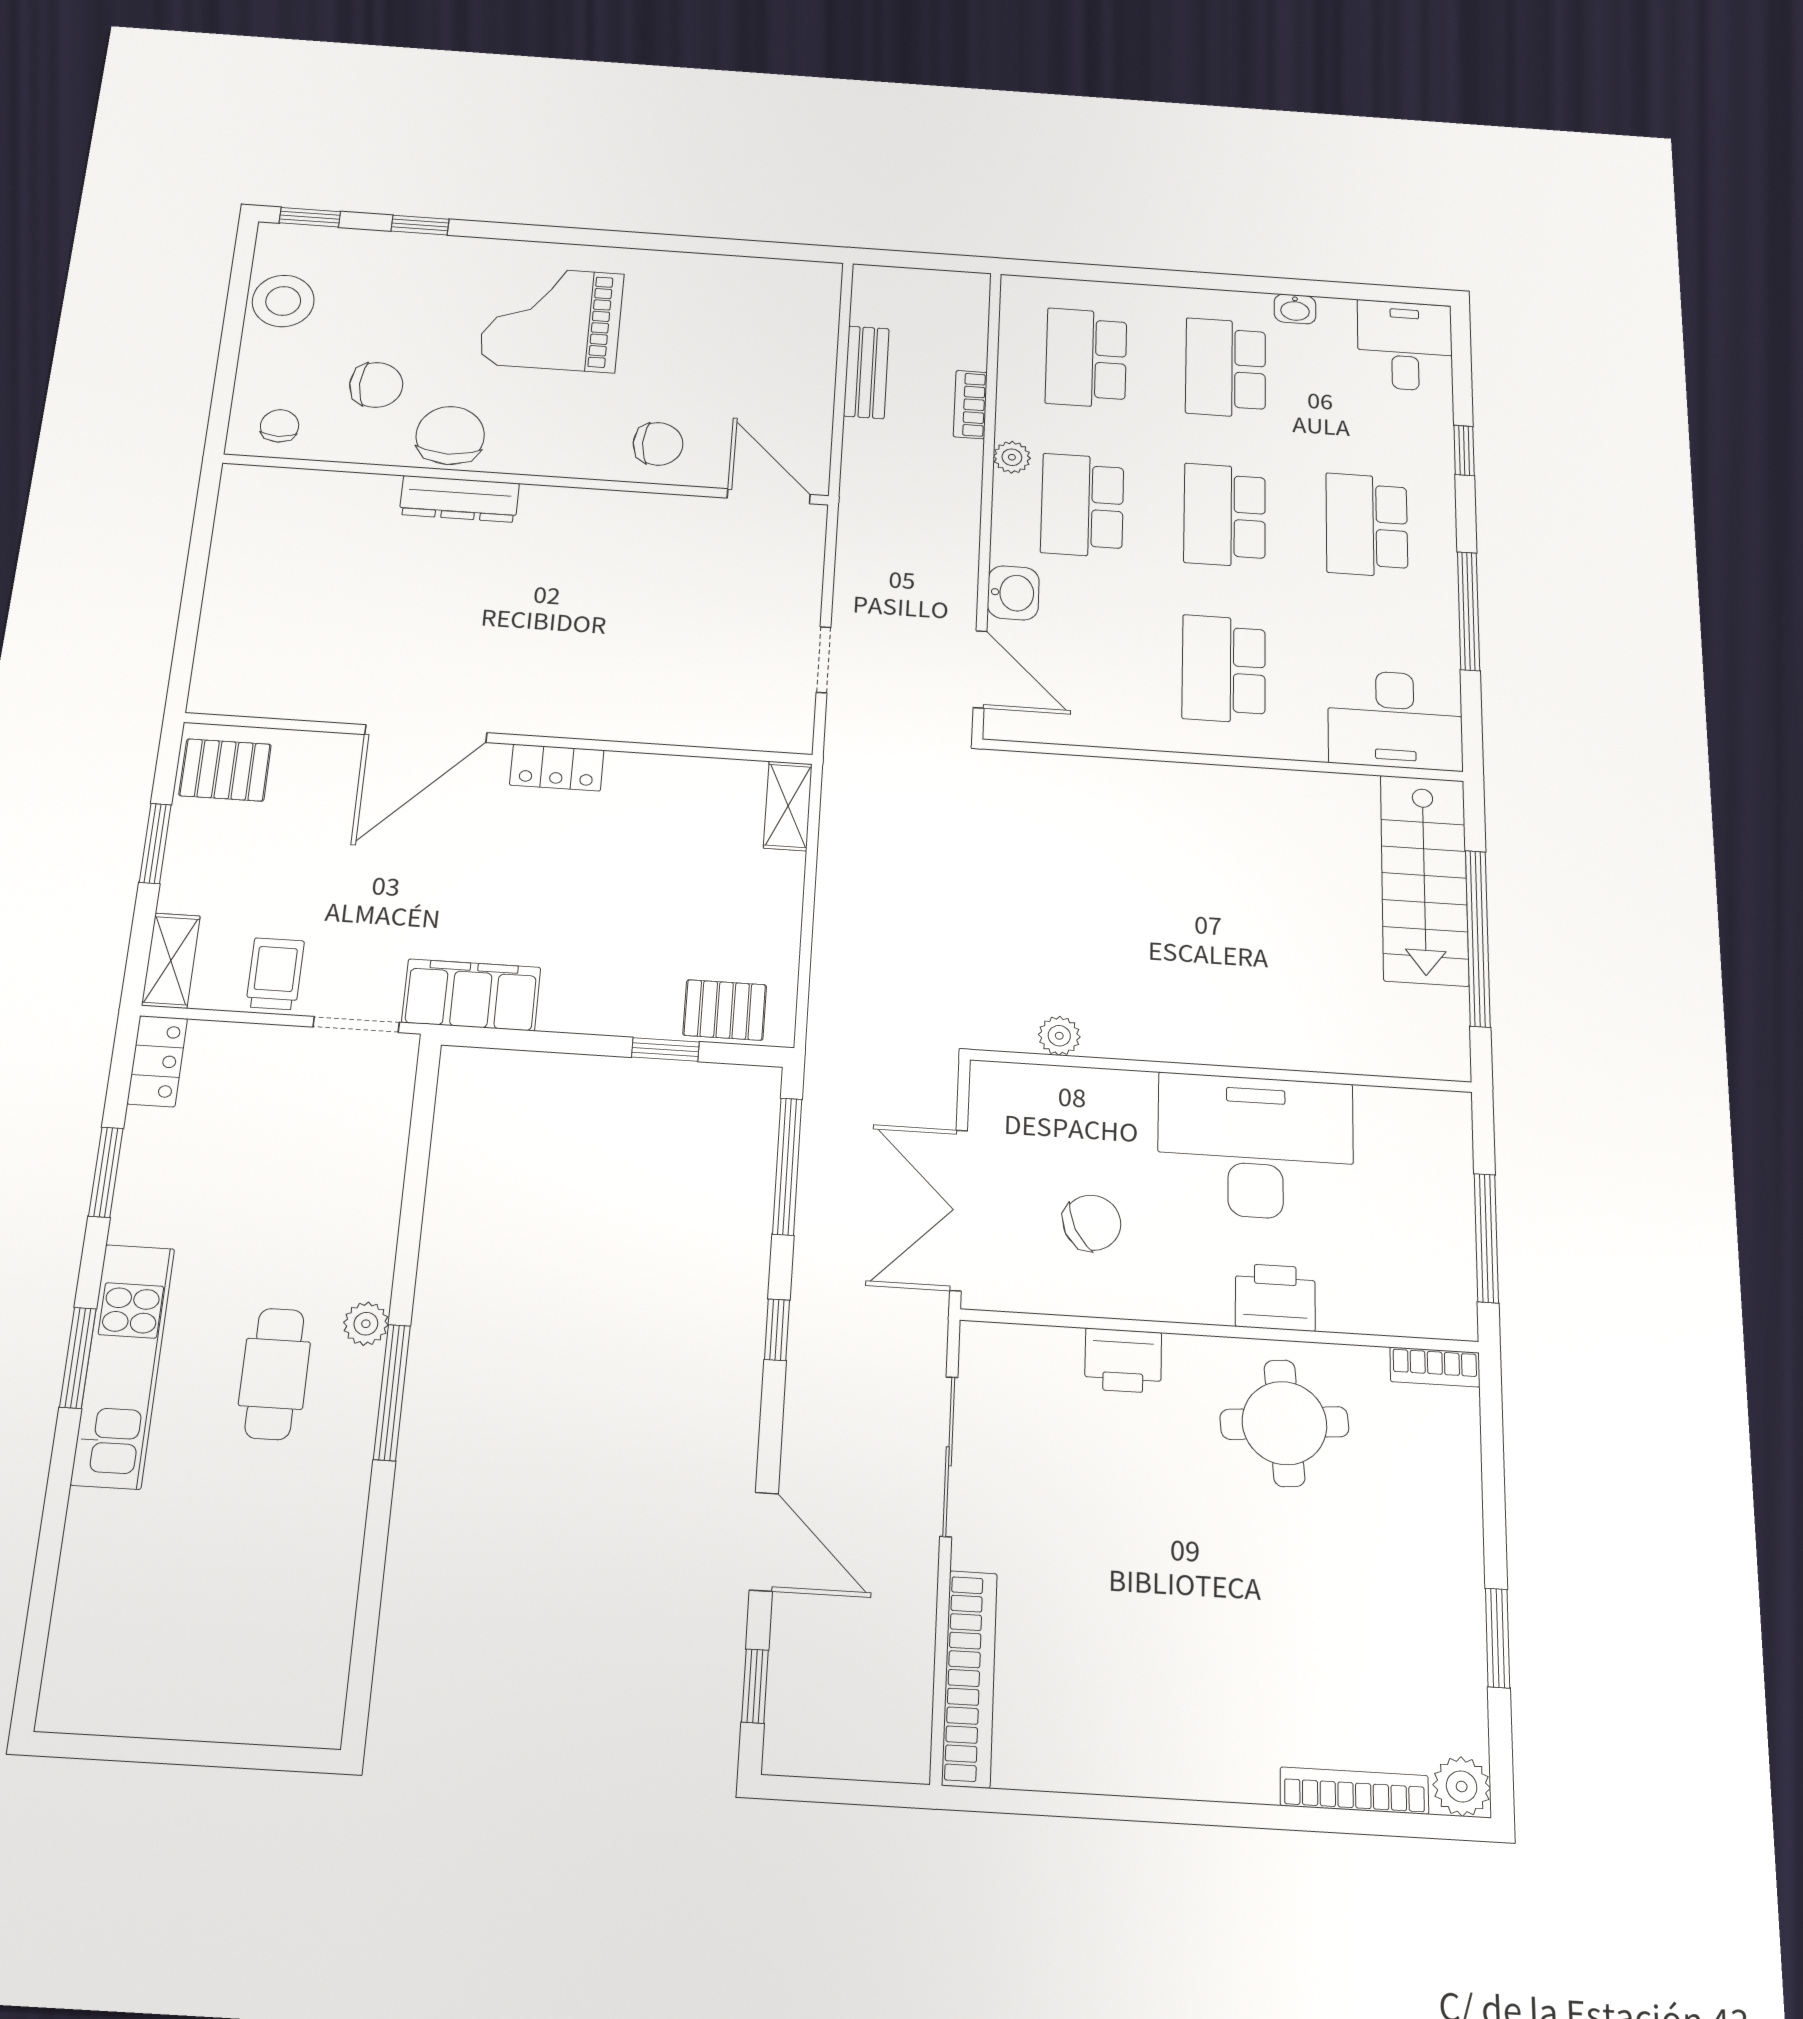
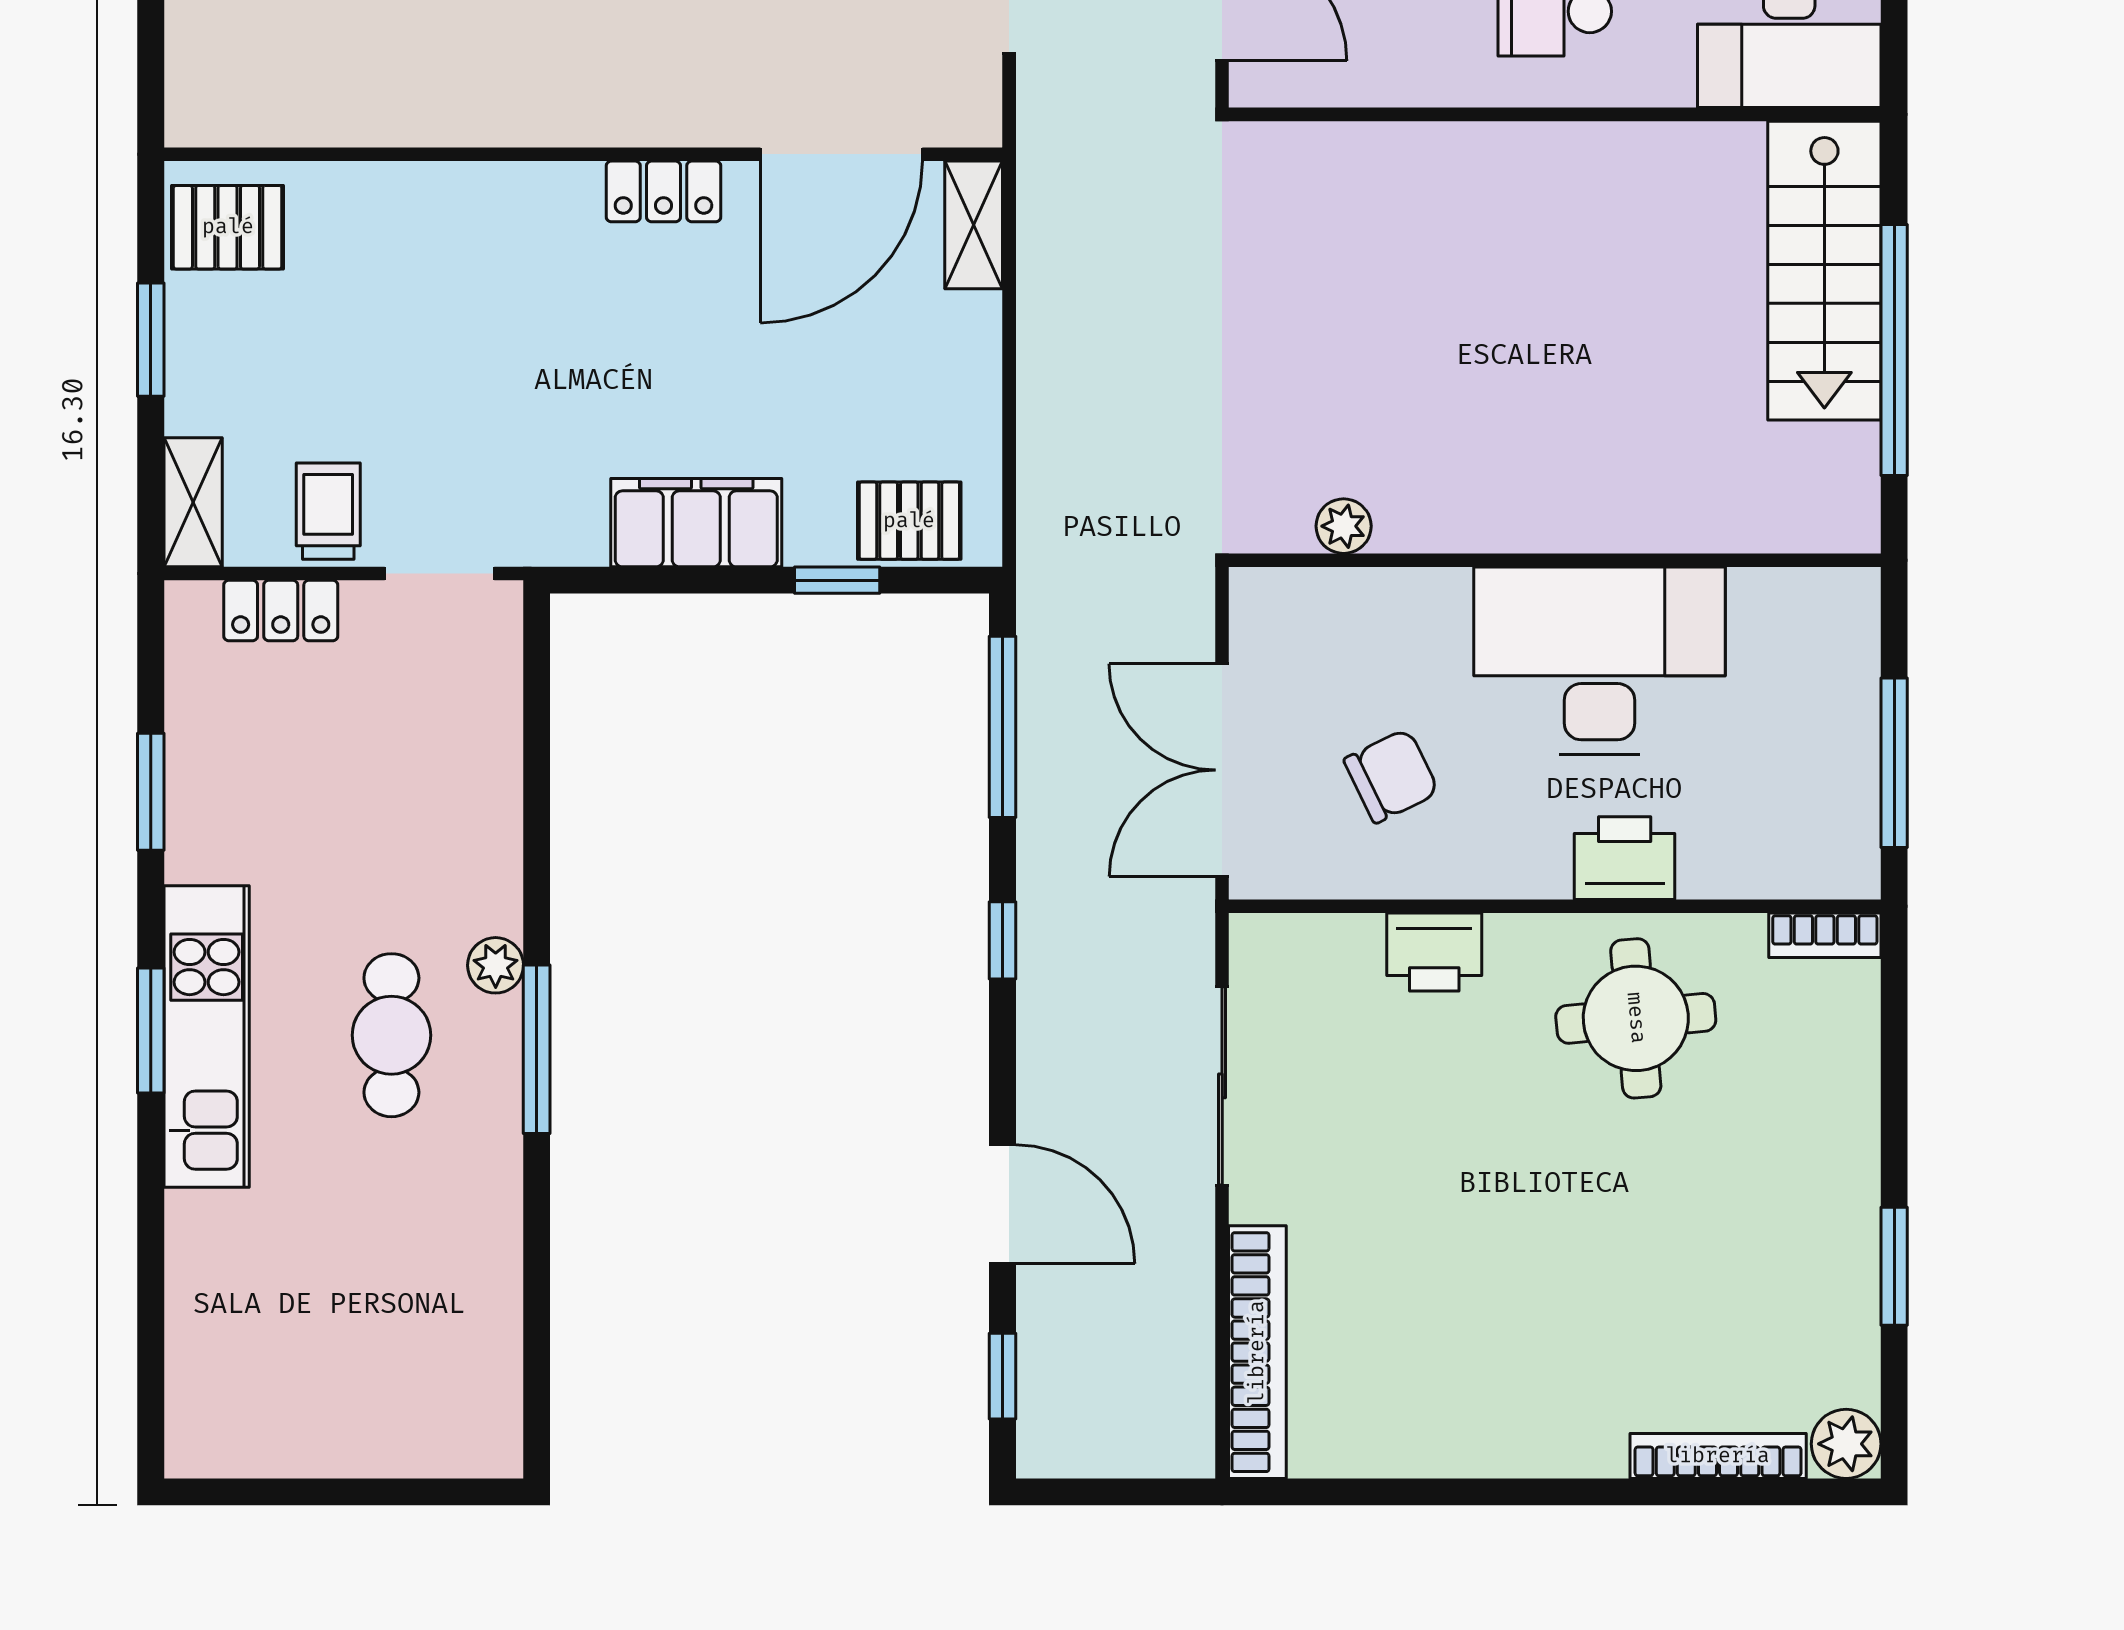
door: (426, 734) -> (841, 154), moved
filing cabinet: (471, 995) -> (696, 523), moved
locker: (157, 1061) -> (281, 611), moved, turned 90

